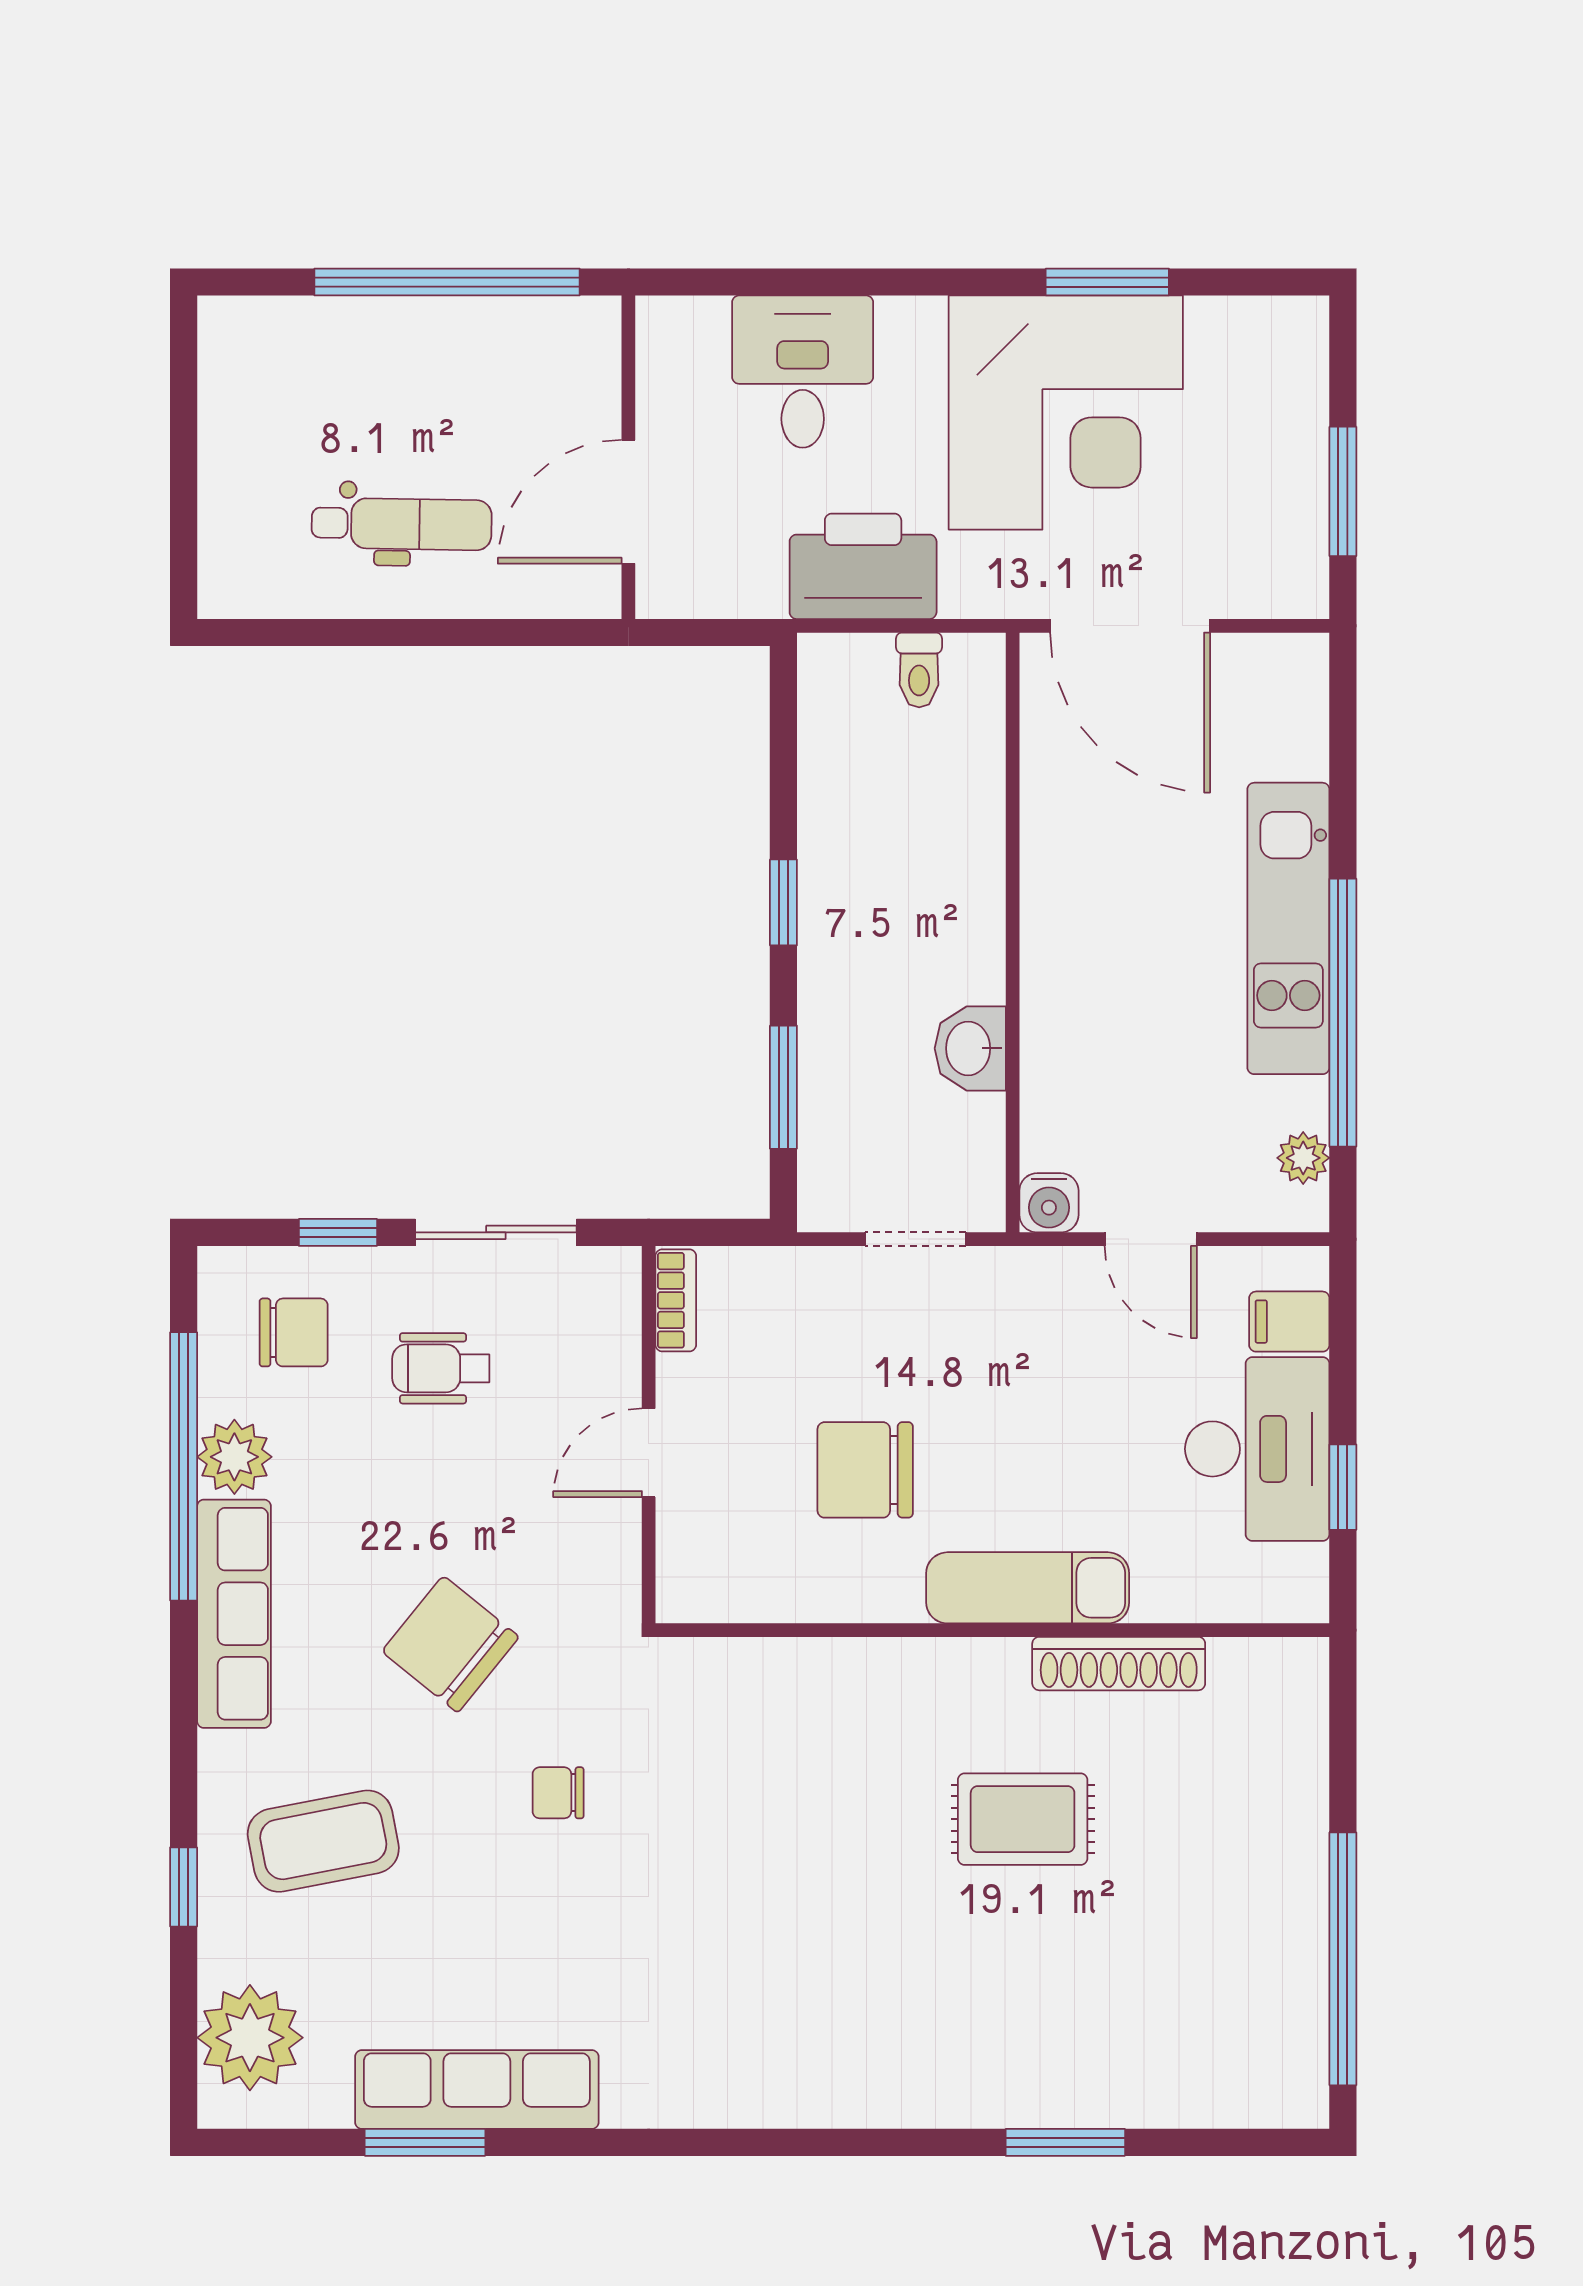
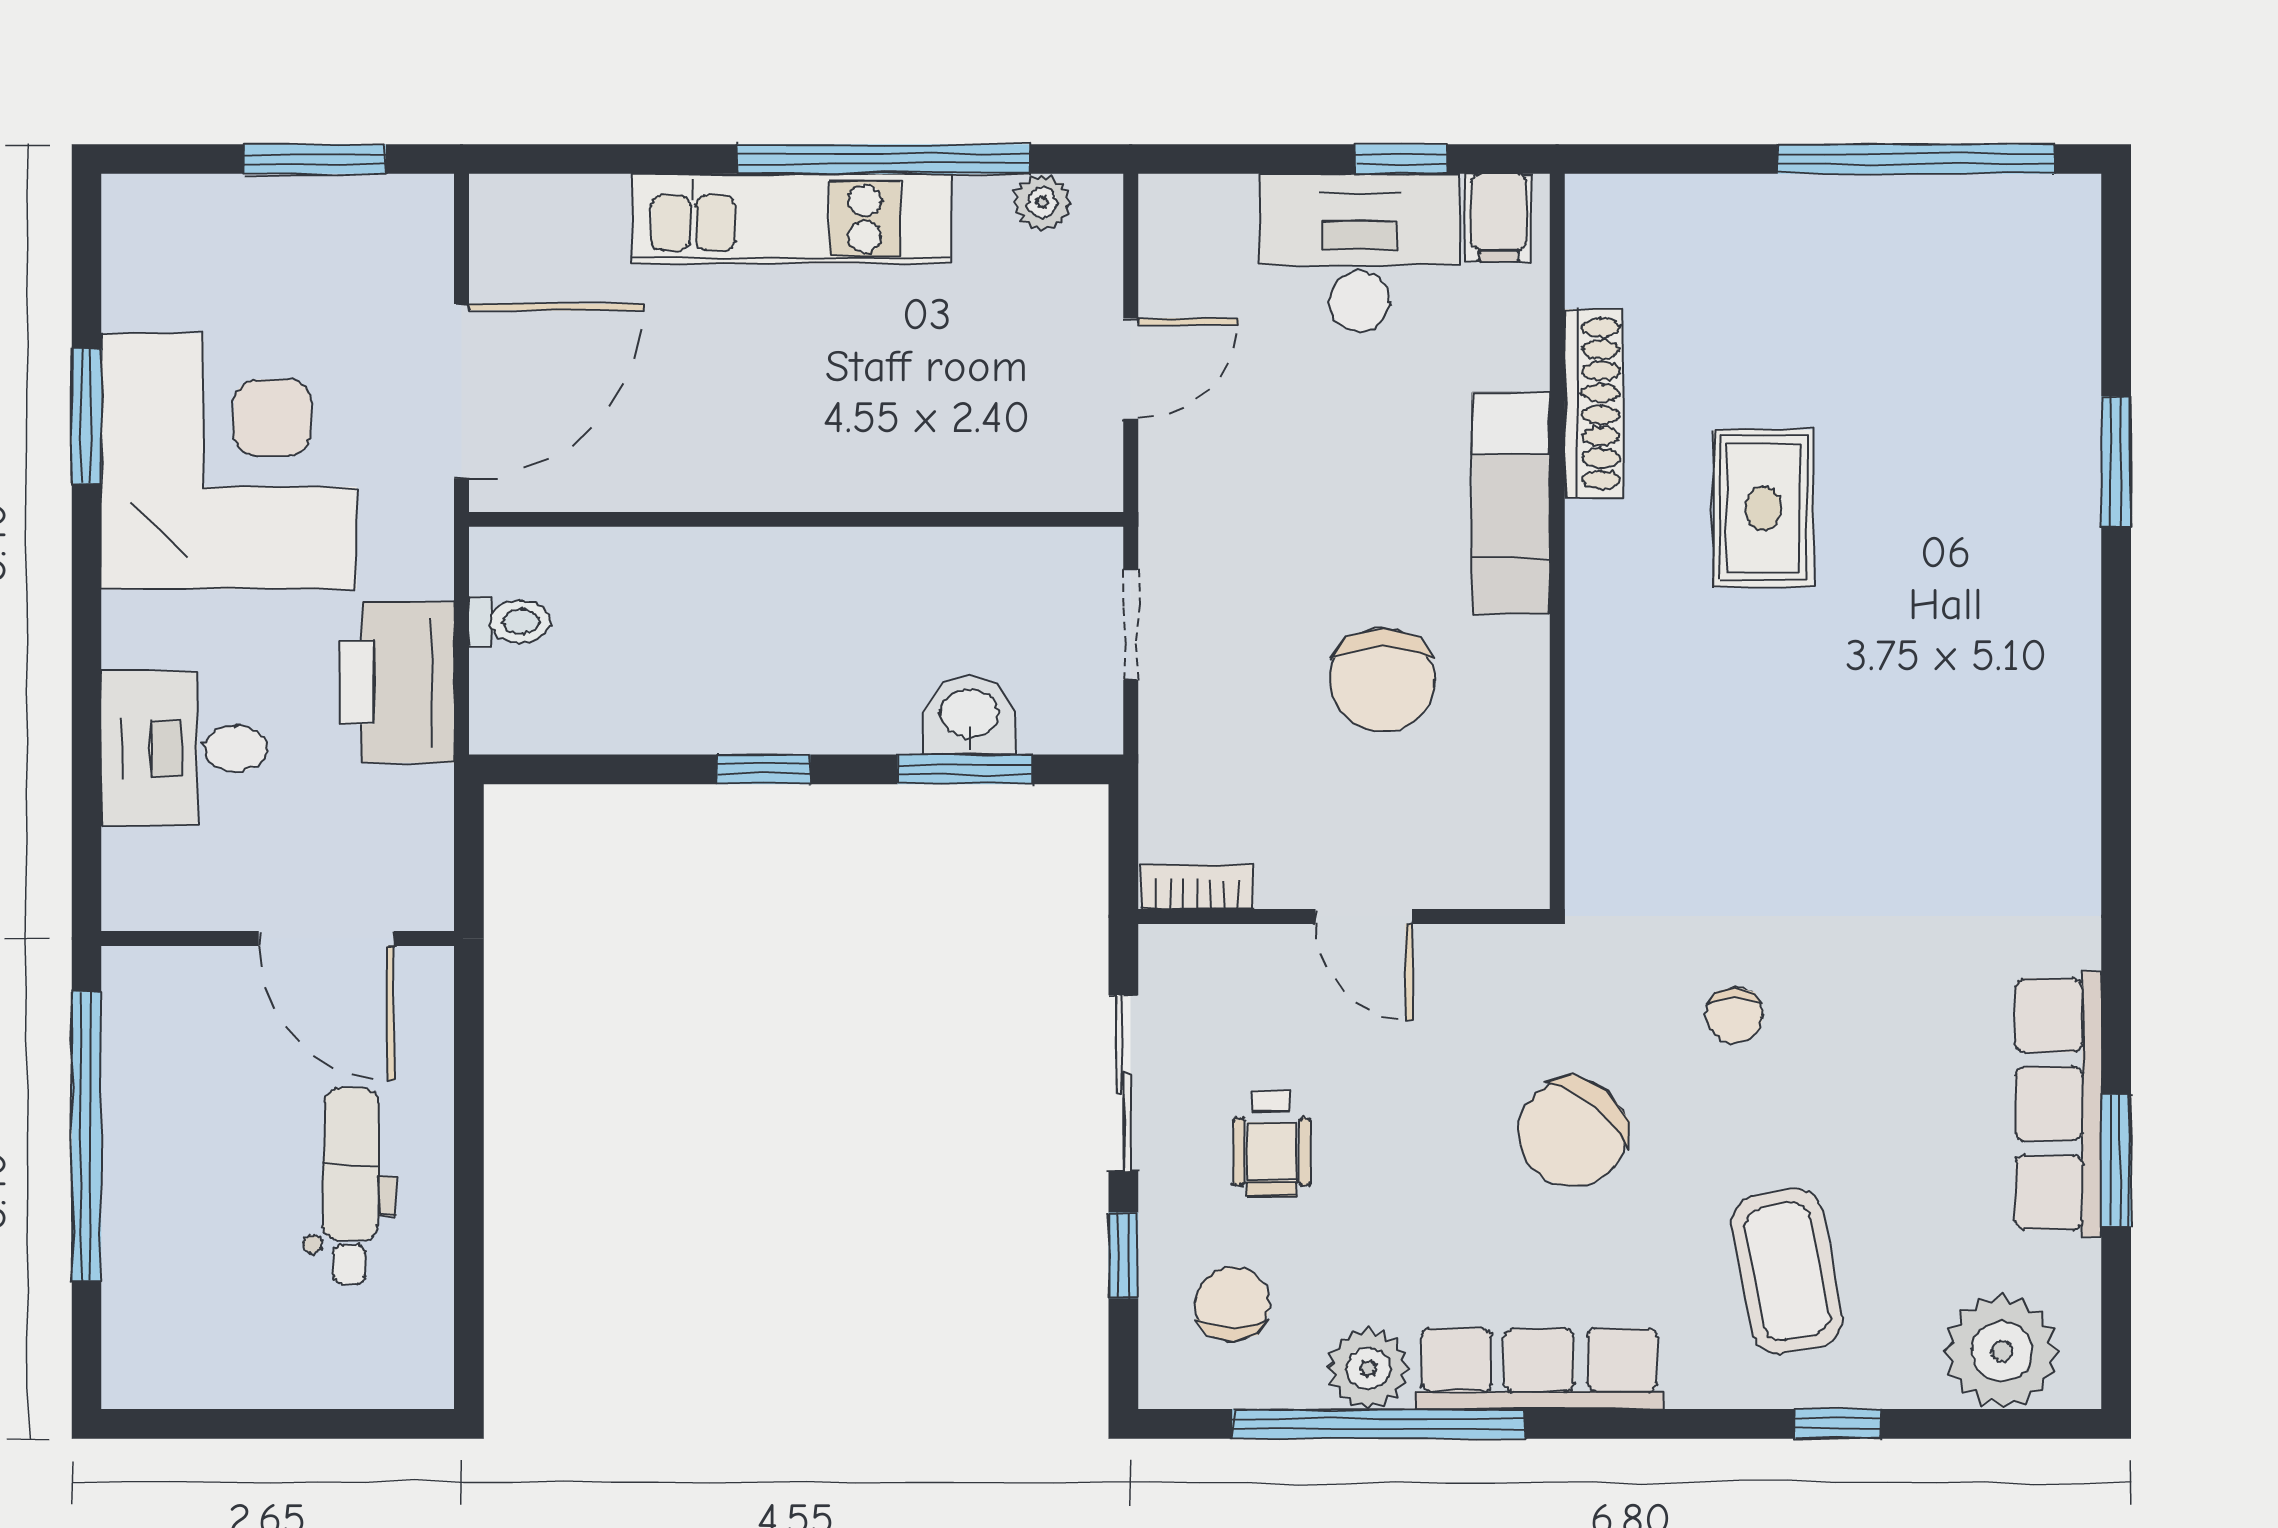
washbasin: (970, 1048) -> (970, 716), moved, turned 180
water cooler: (1049, 1203) -> (1091, 480), removed
filing cabinet: (1289, 1322) -> (1499, 218), moved

